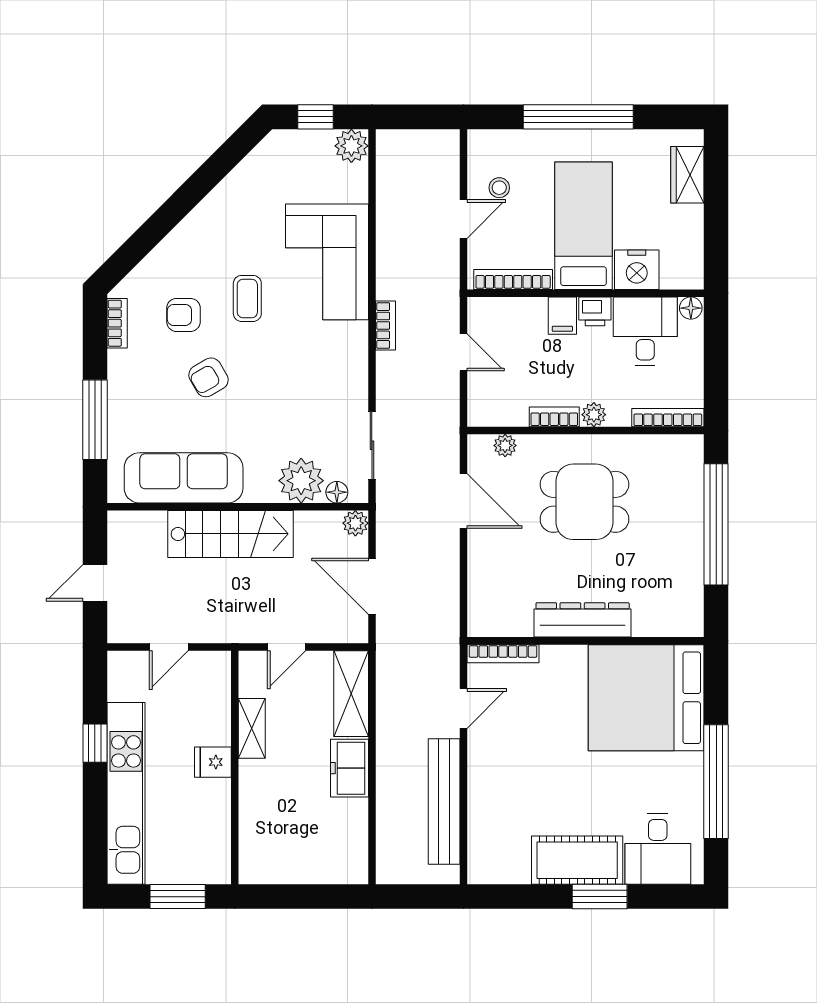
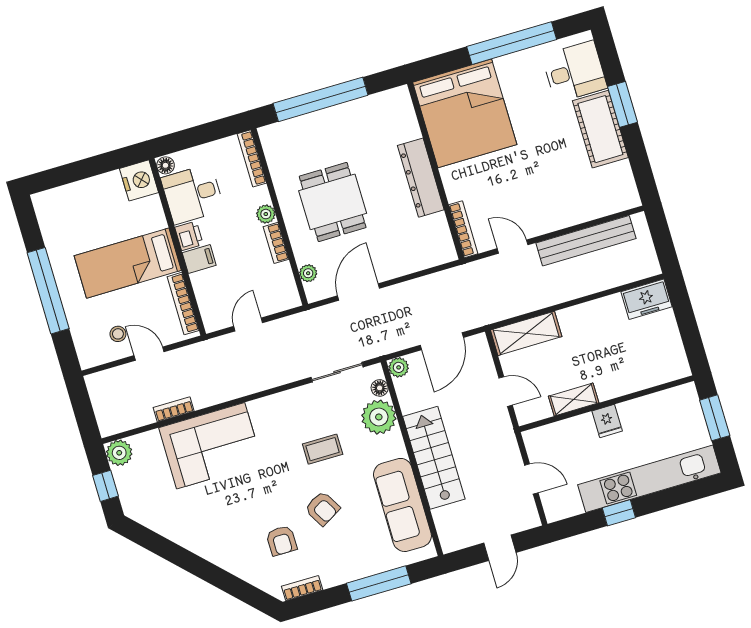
wardrobe: (687, 175) -> (67, 197), removed
nightstand: (637, 270) -> (139, 180), moved
coffee table: (247, 298) -> (323, 449), moved
bookcase: (385, 325) -> (174, 409), moved
door: (95, 583) -> (500, 548), hinge flipped
freezer: (349, 768) -> (647, 299), moved

